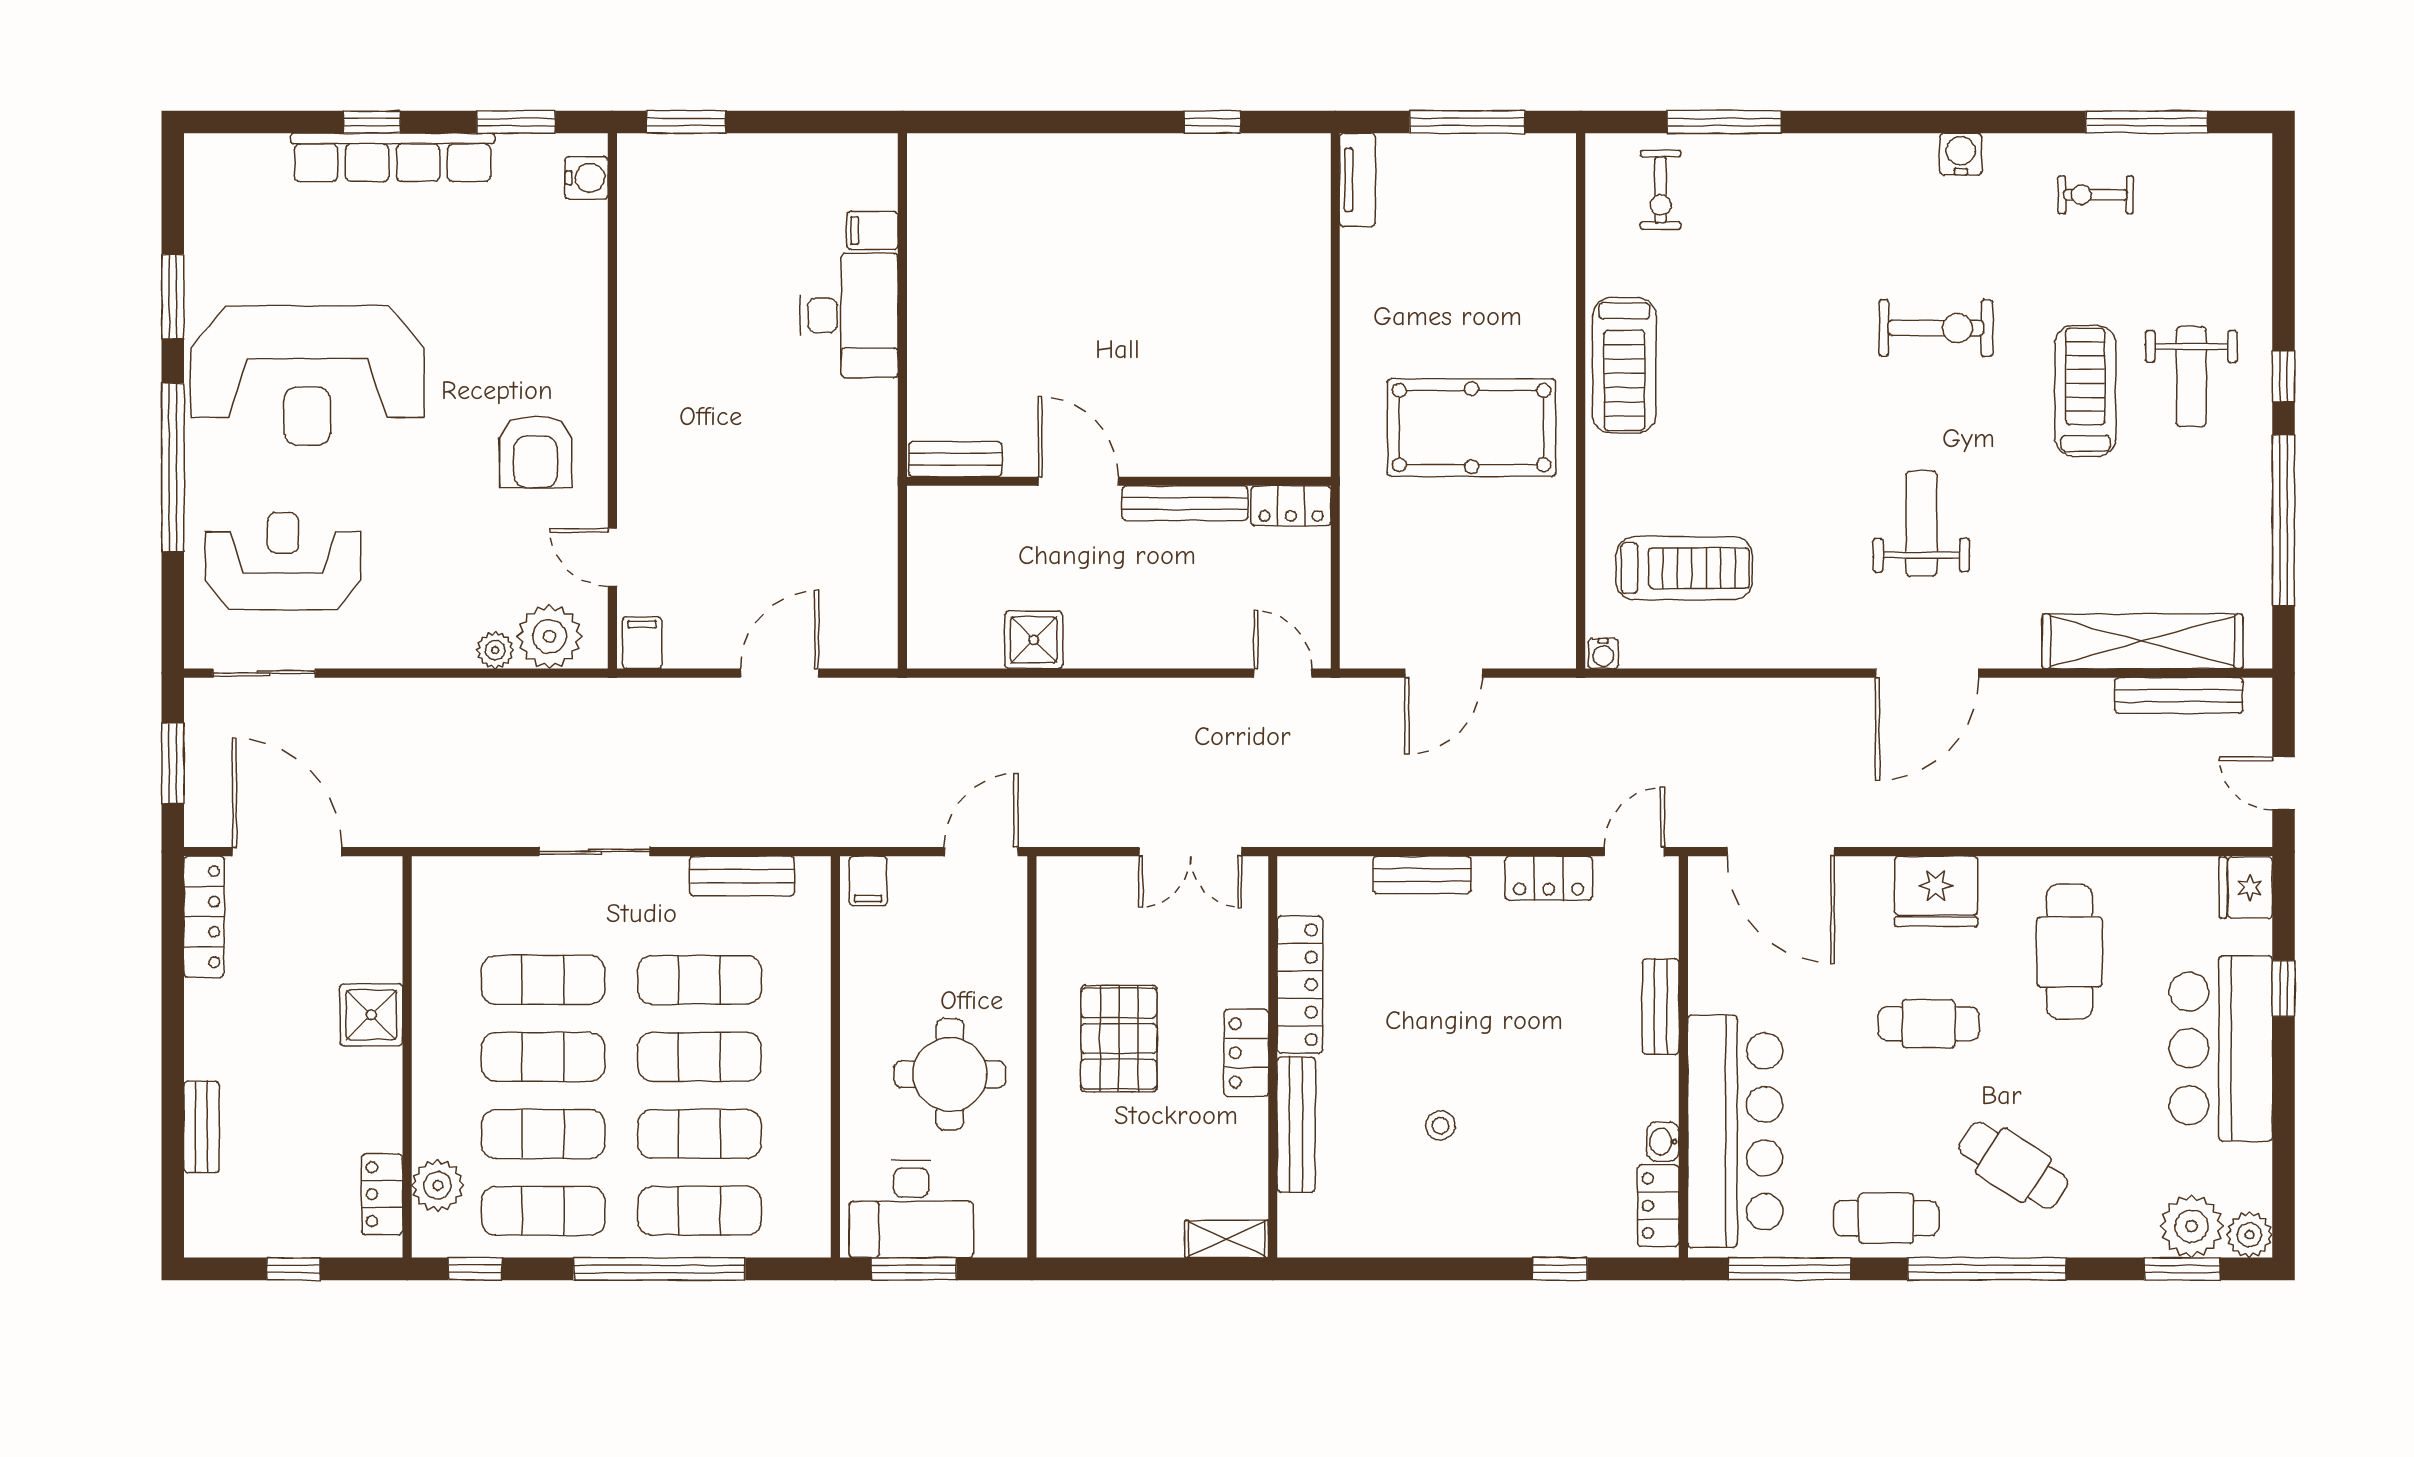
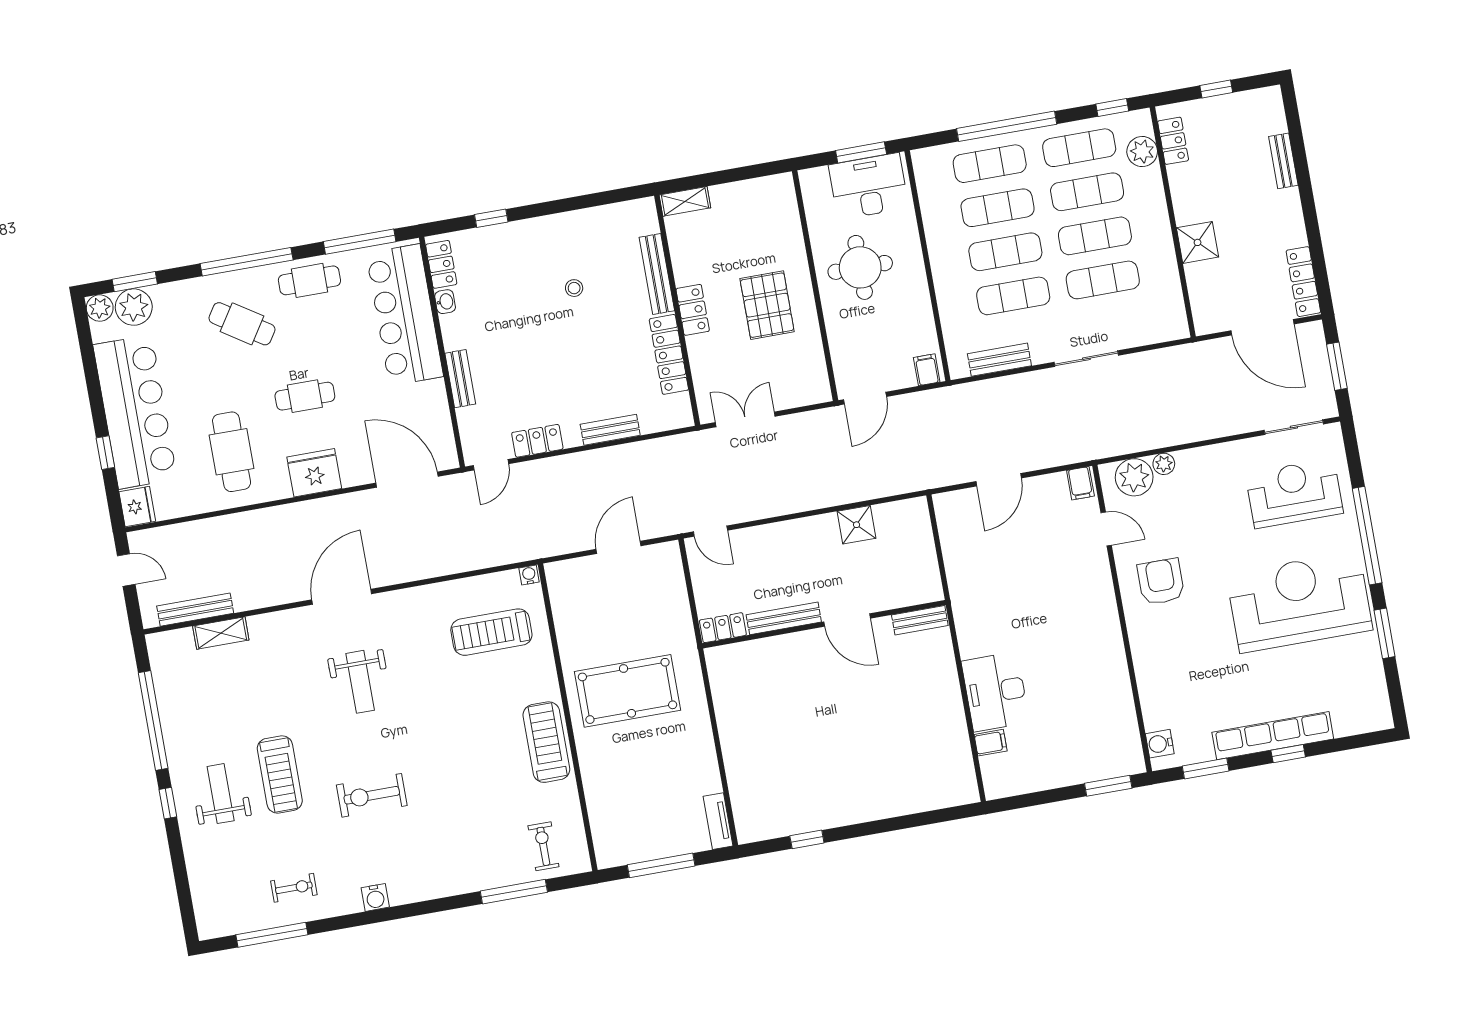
reception desk: (283, 561) -> (1294, 493), turned 180
shelving: (2142, 641) -> (221, 633), width x0.45, depth x0.75
bar counter: (2221, 1048) -> (135, 412), width x1.36

